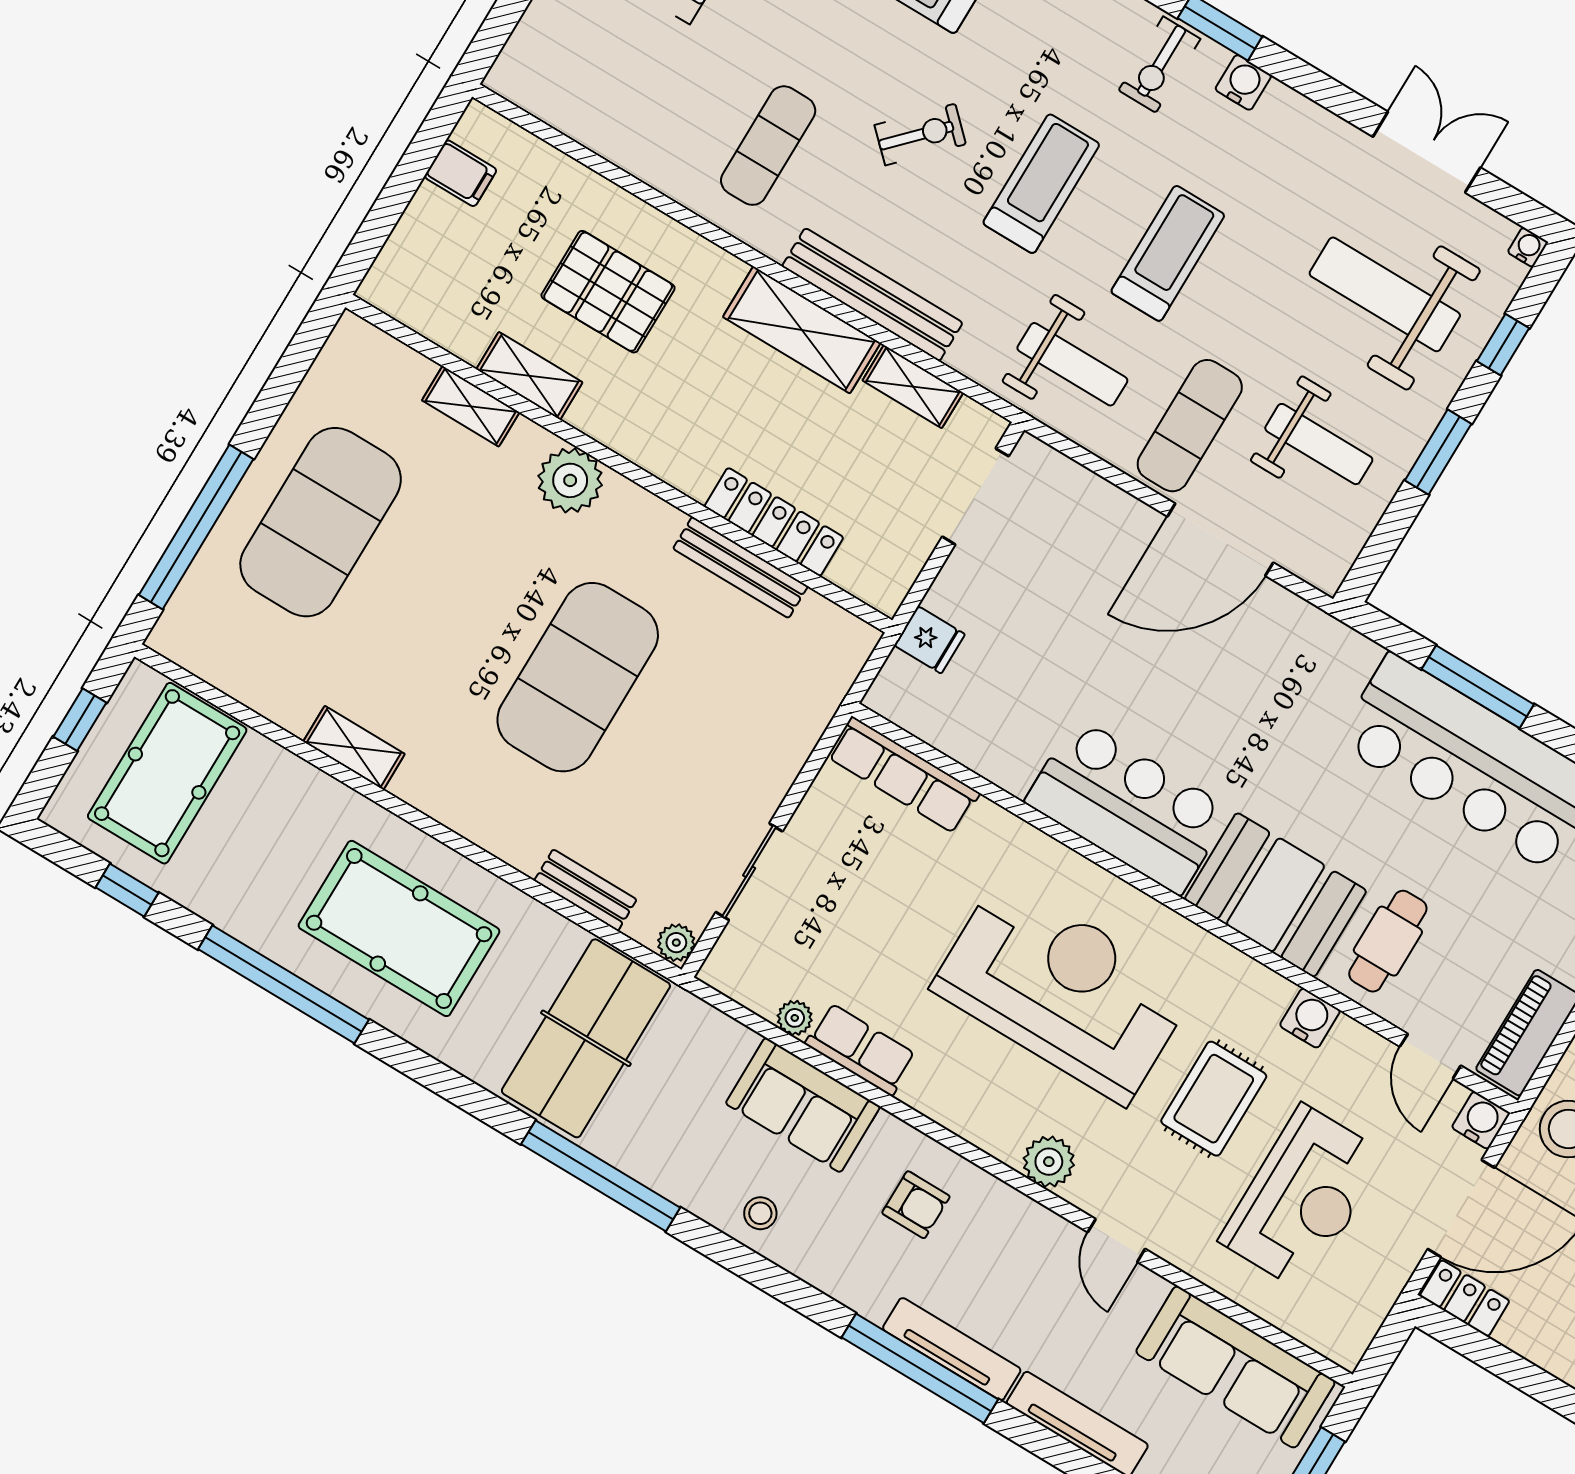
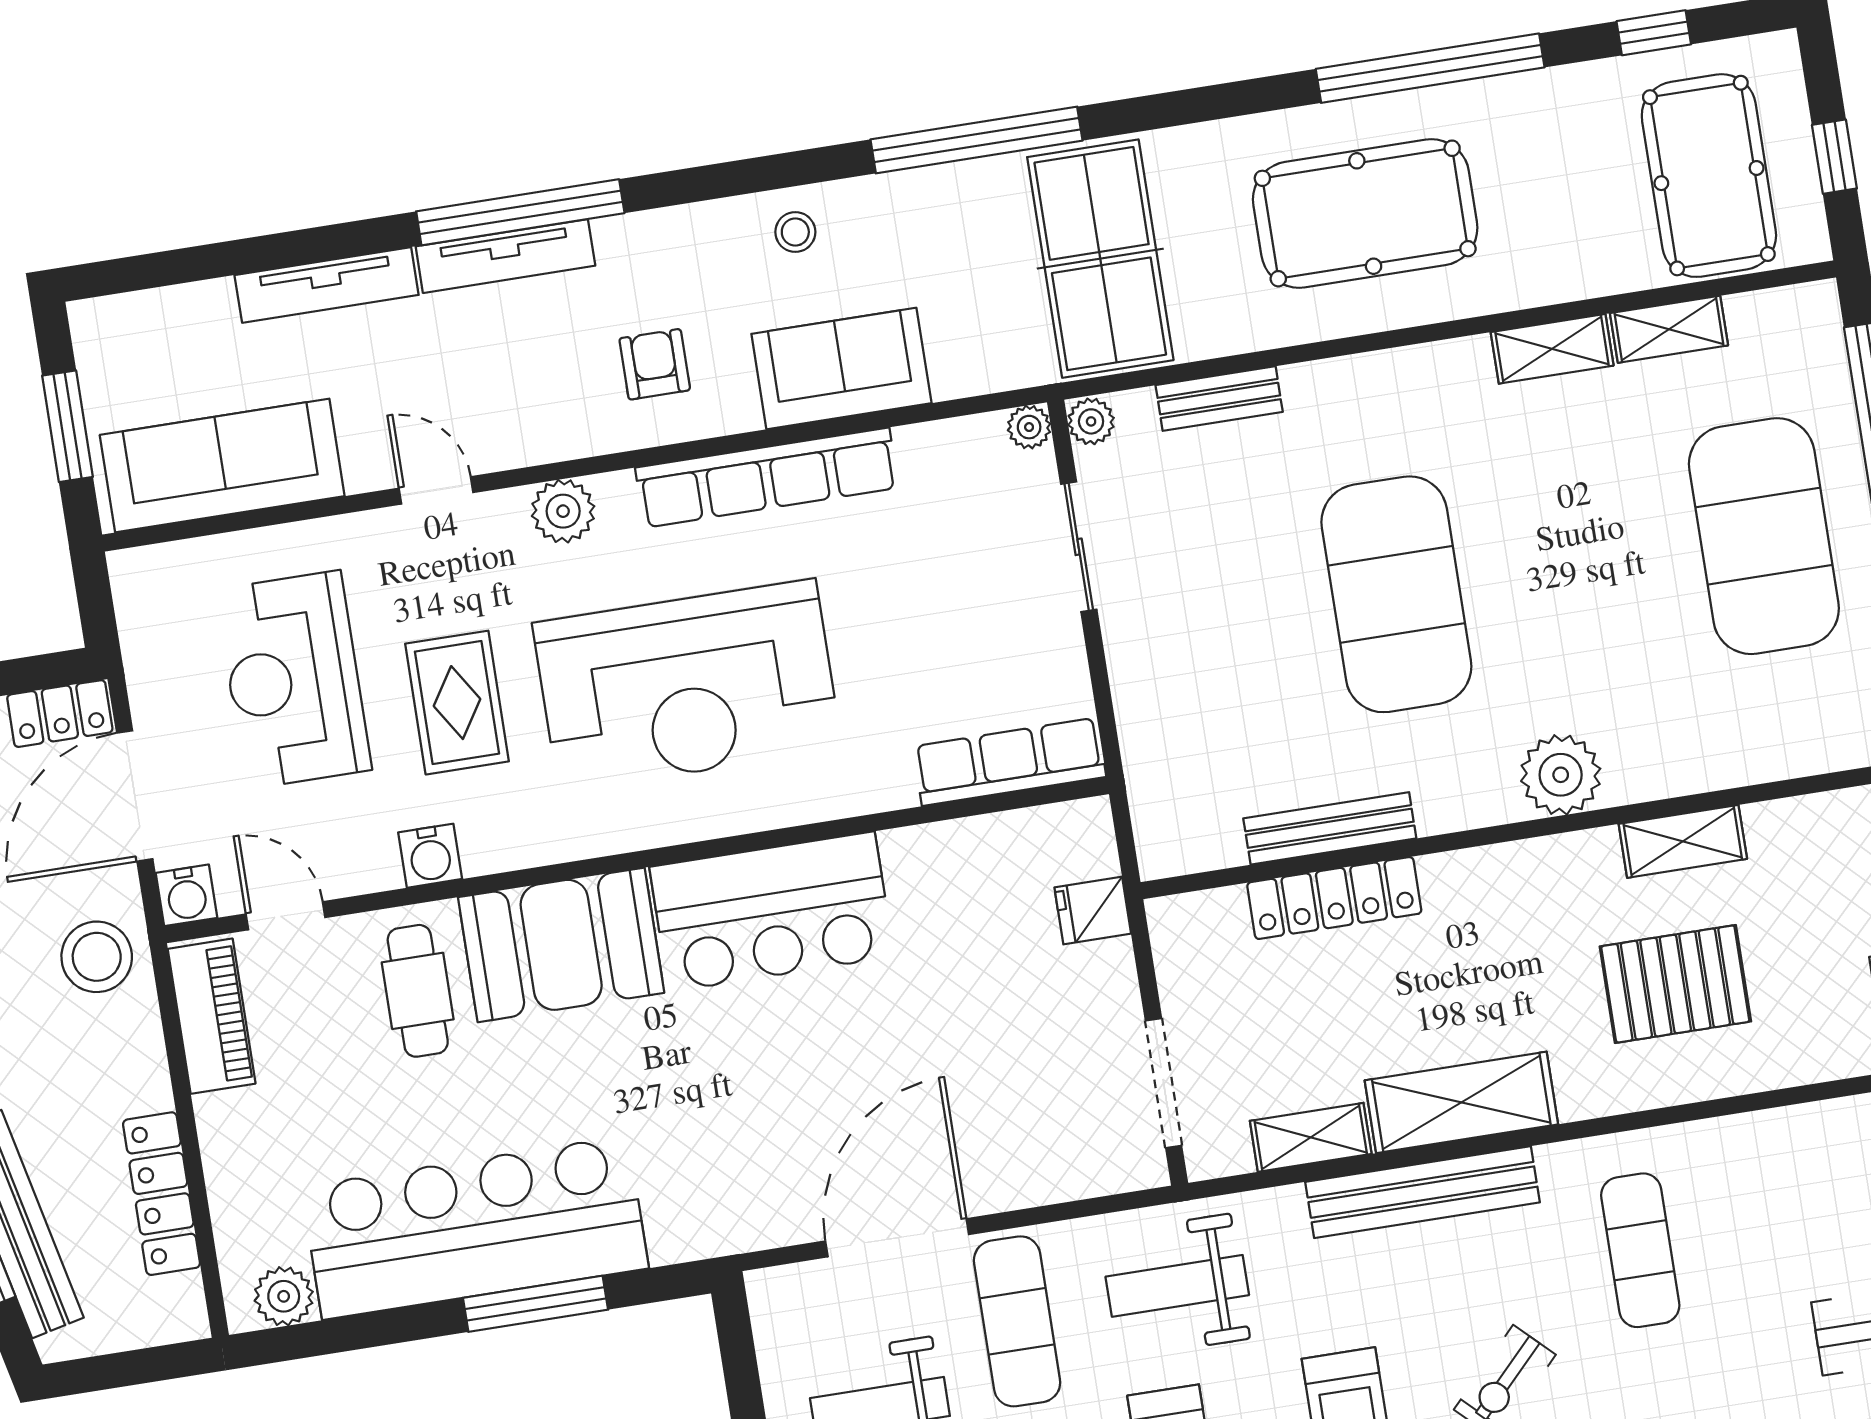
shelving: (471, 406) -> (1669, 329), moved
plant: (795, 1018) -> (1029, 427), moved
row of seats: (861, 1049) -> (767, 478), width x2.02
armchair: (916, 1205) -> (655, 364), turned 90

